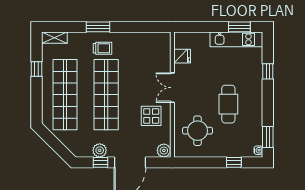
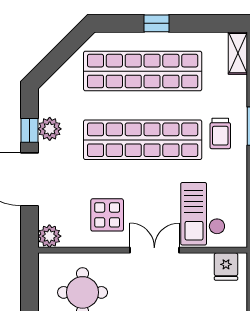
fridge: (182, 56) -> (226, 267), moved
checkout: (150, 59) -> (203, 214), added
window: (37, 69) -> (156, 23), moved

